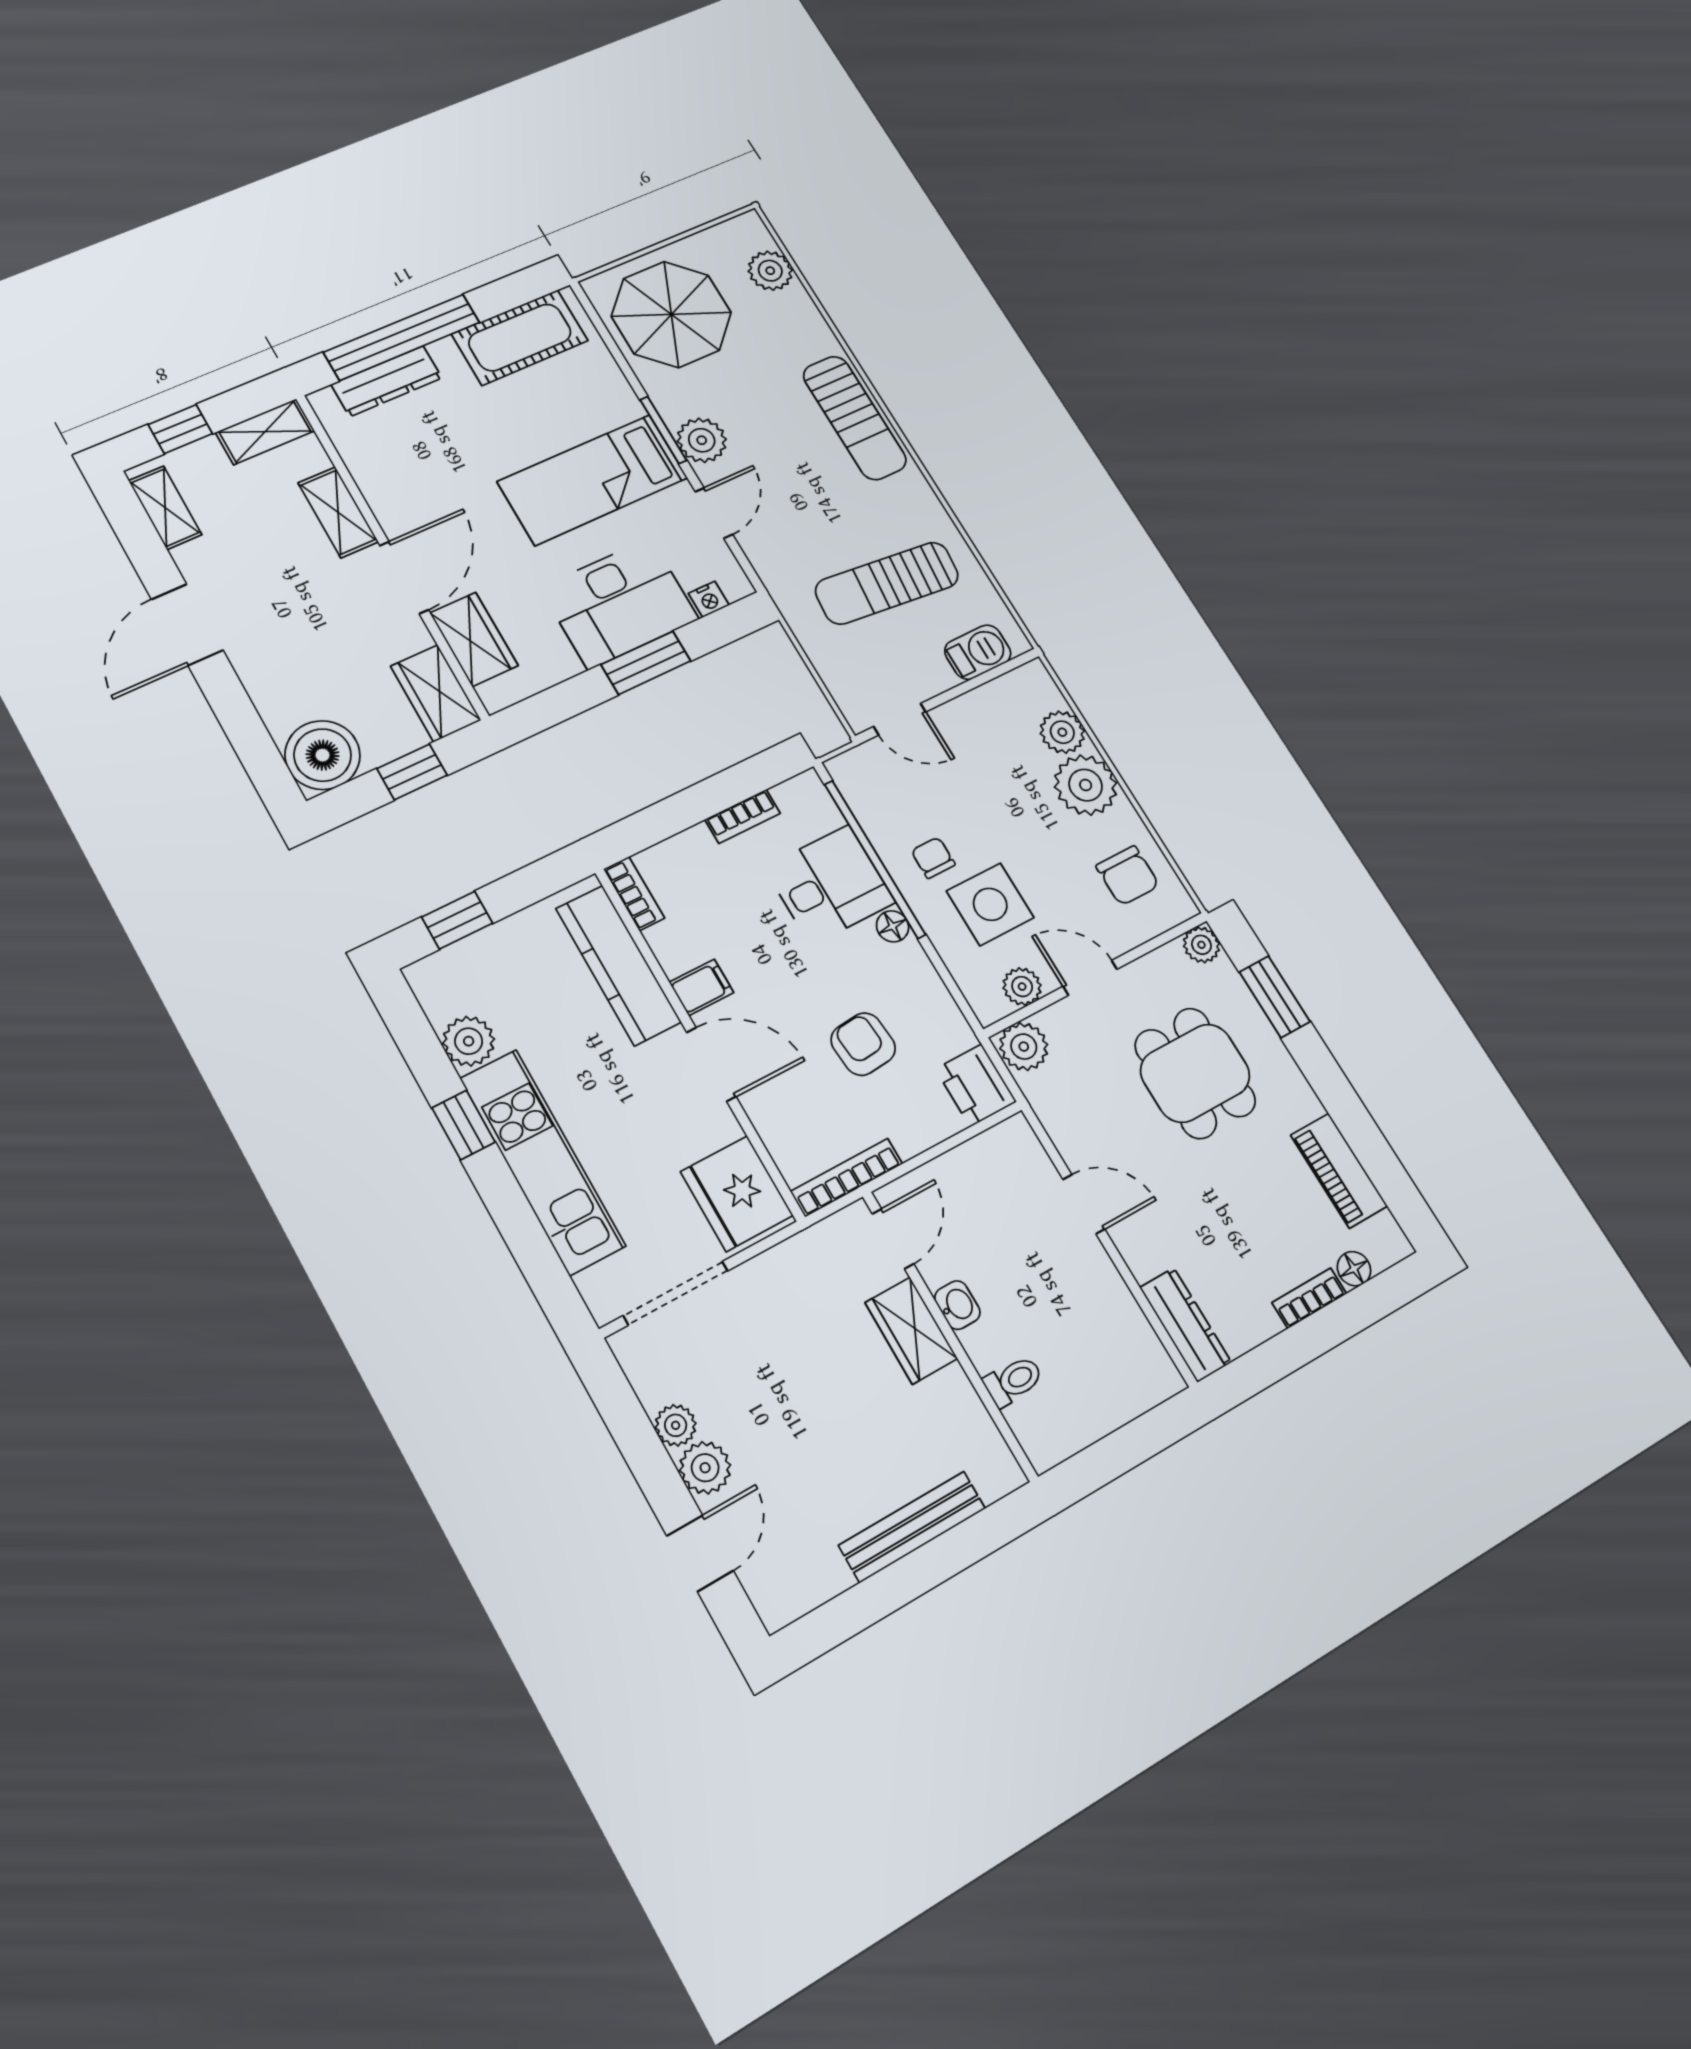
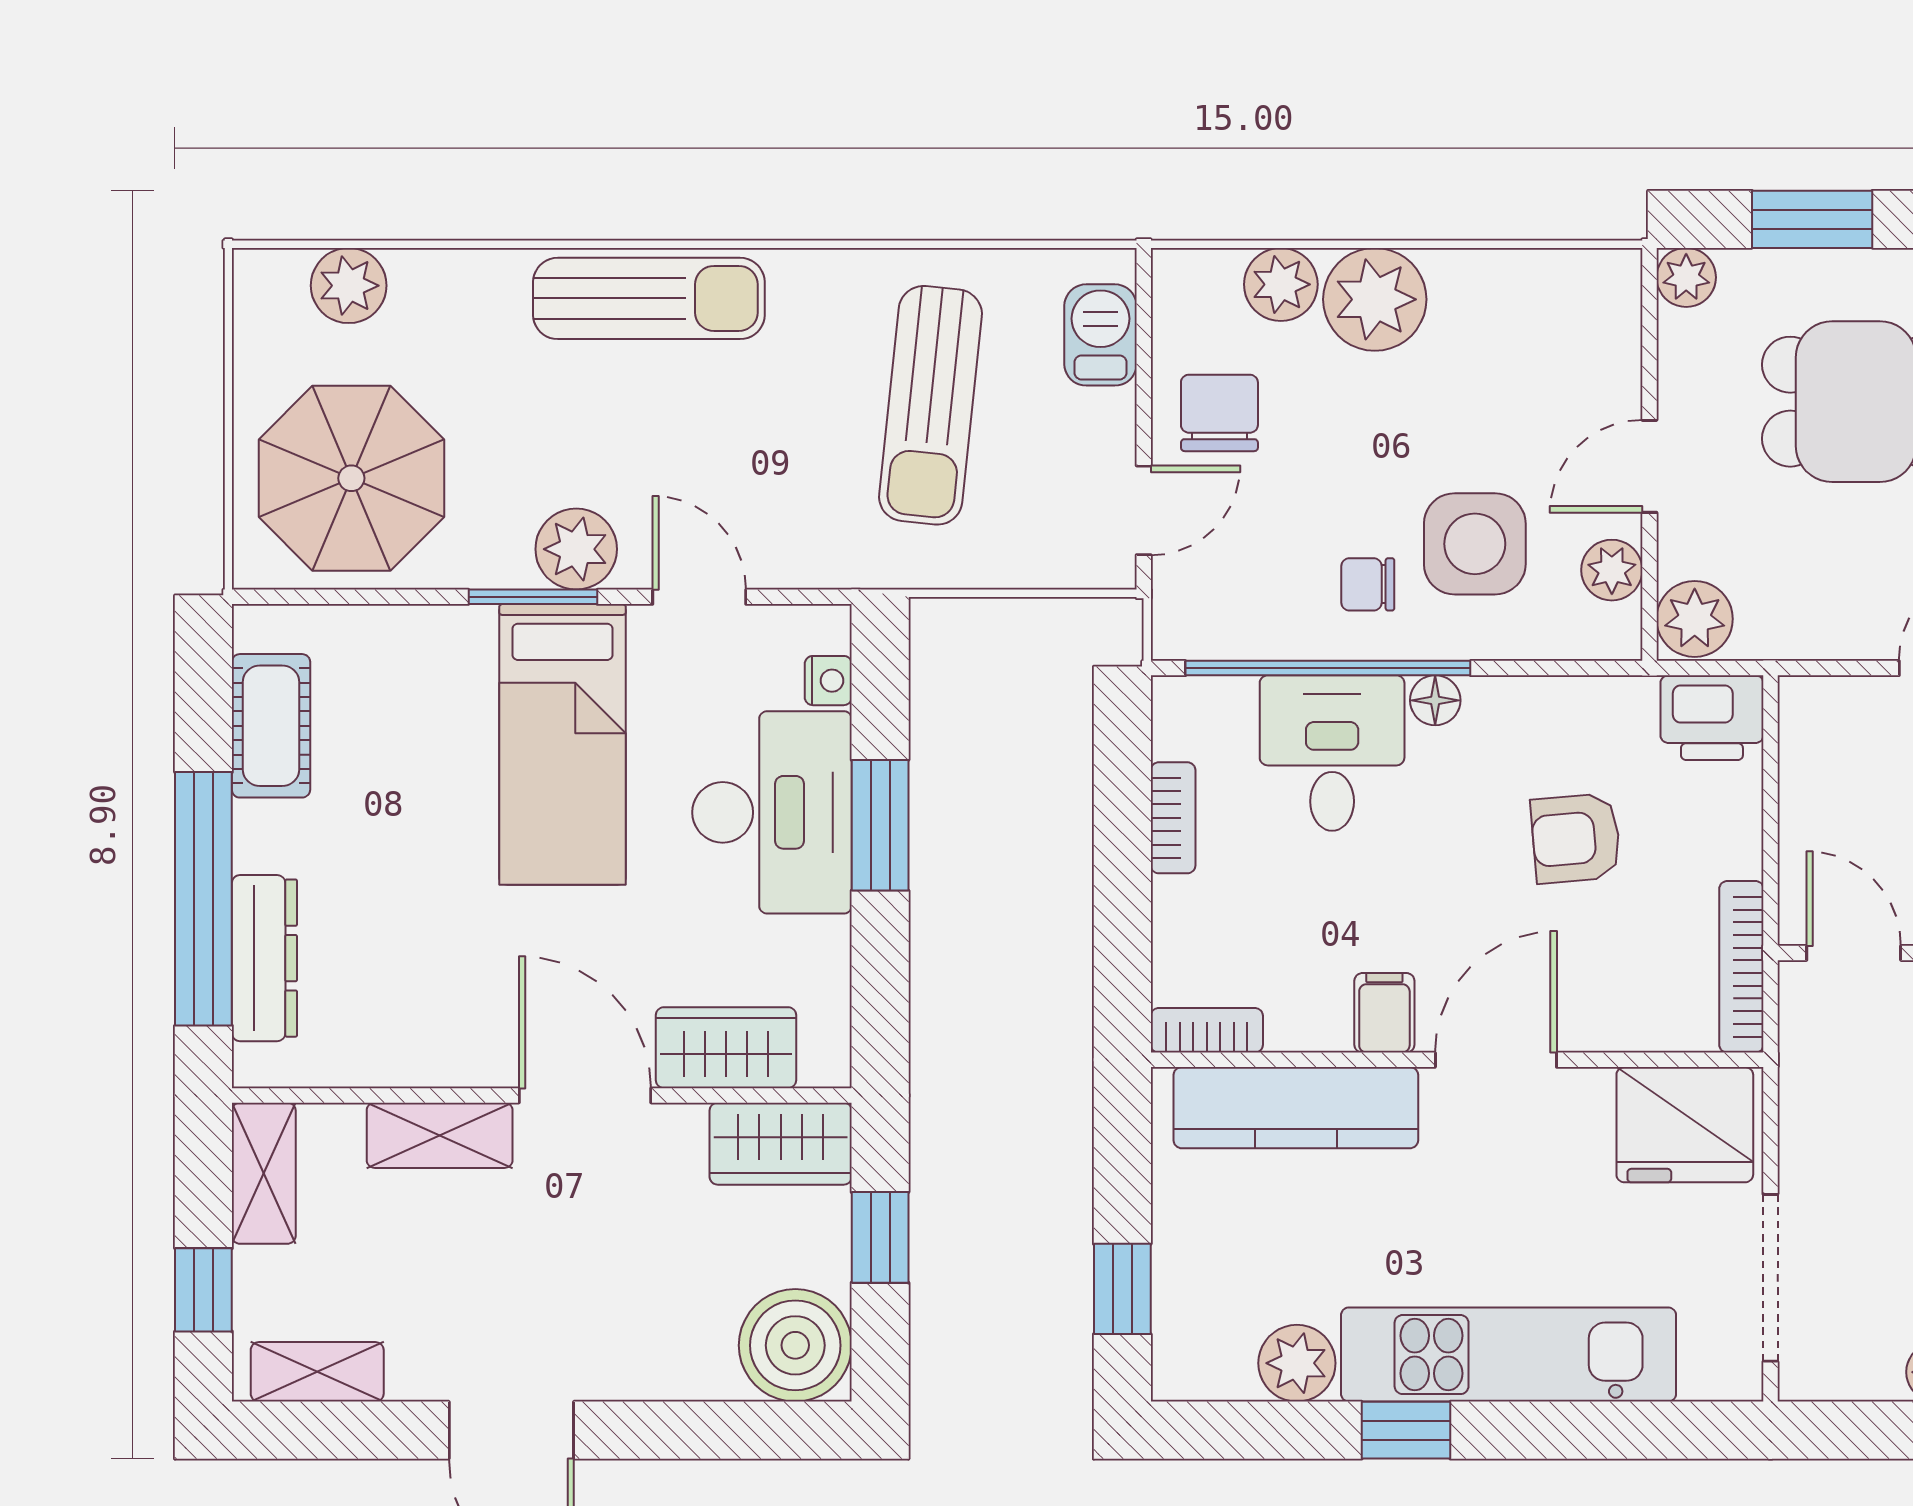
cot: (520, 337) -> (271, 726), width x0.73, depth x0.75
chair: (1128, 876) -> (1219, 413), moved, turned -90

